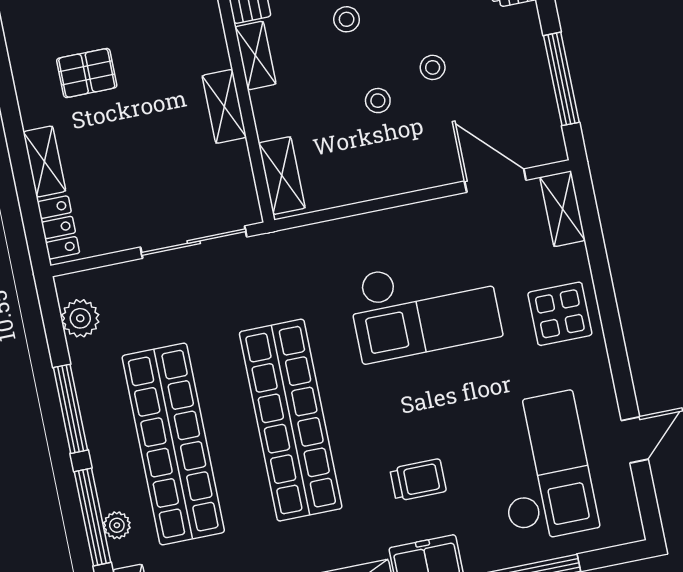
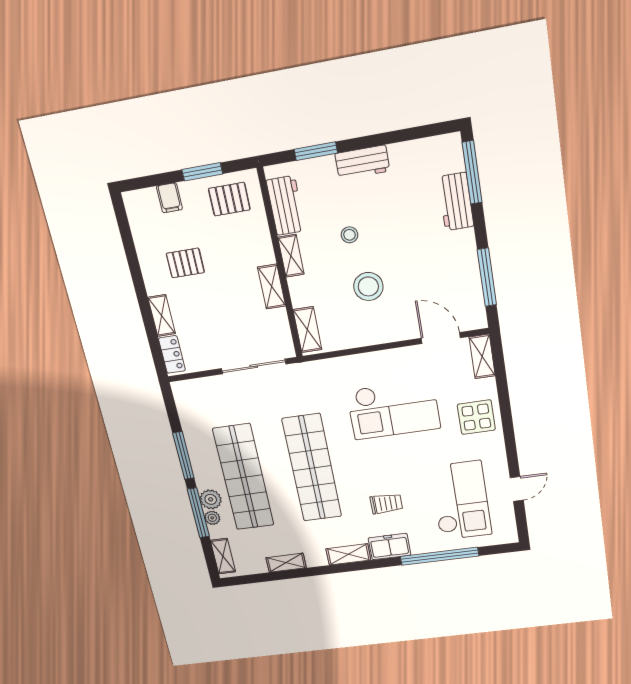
stool: (433, 67) -> (404, 267), removed
stool: (378, 101) -> (368, 287), width x1.89, depth x1.89
plant: (80, 318) -> (211, 499), moved

